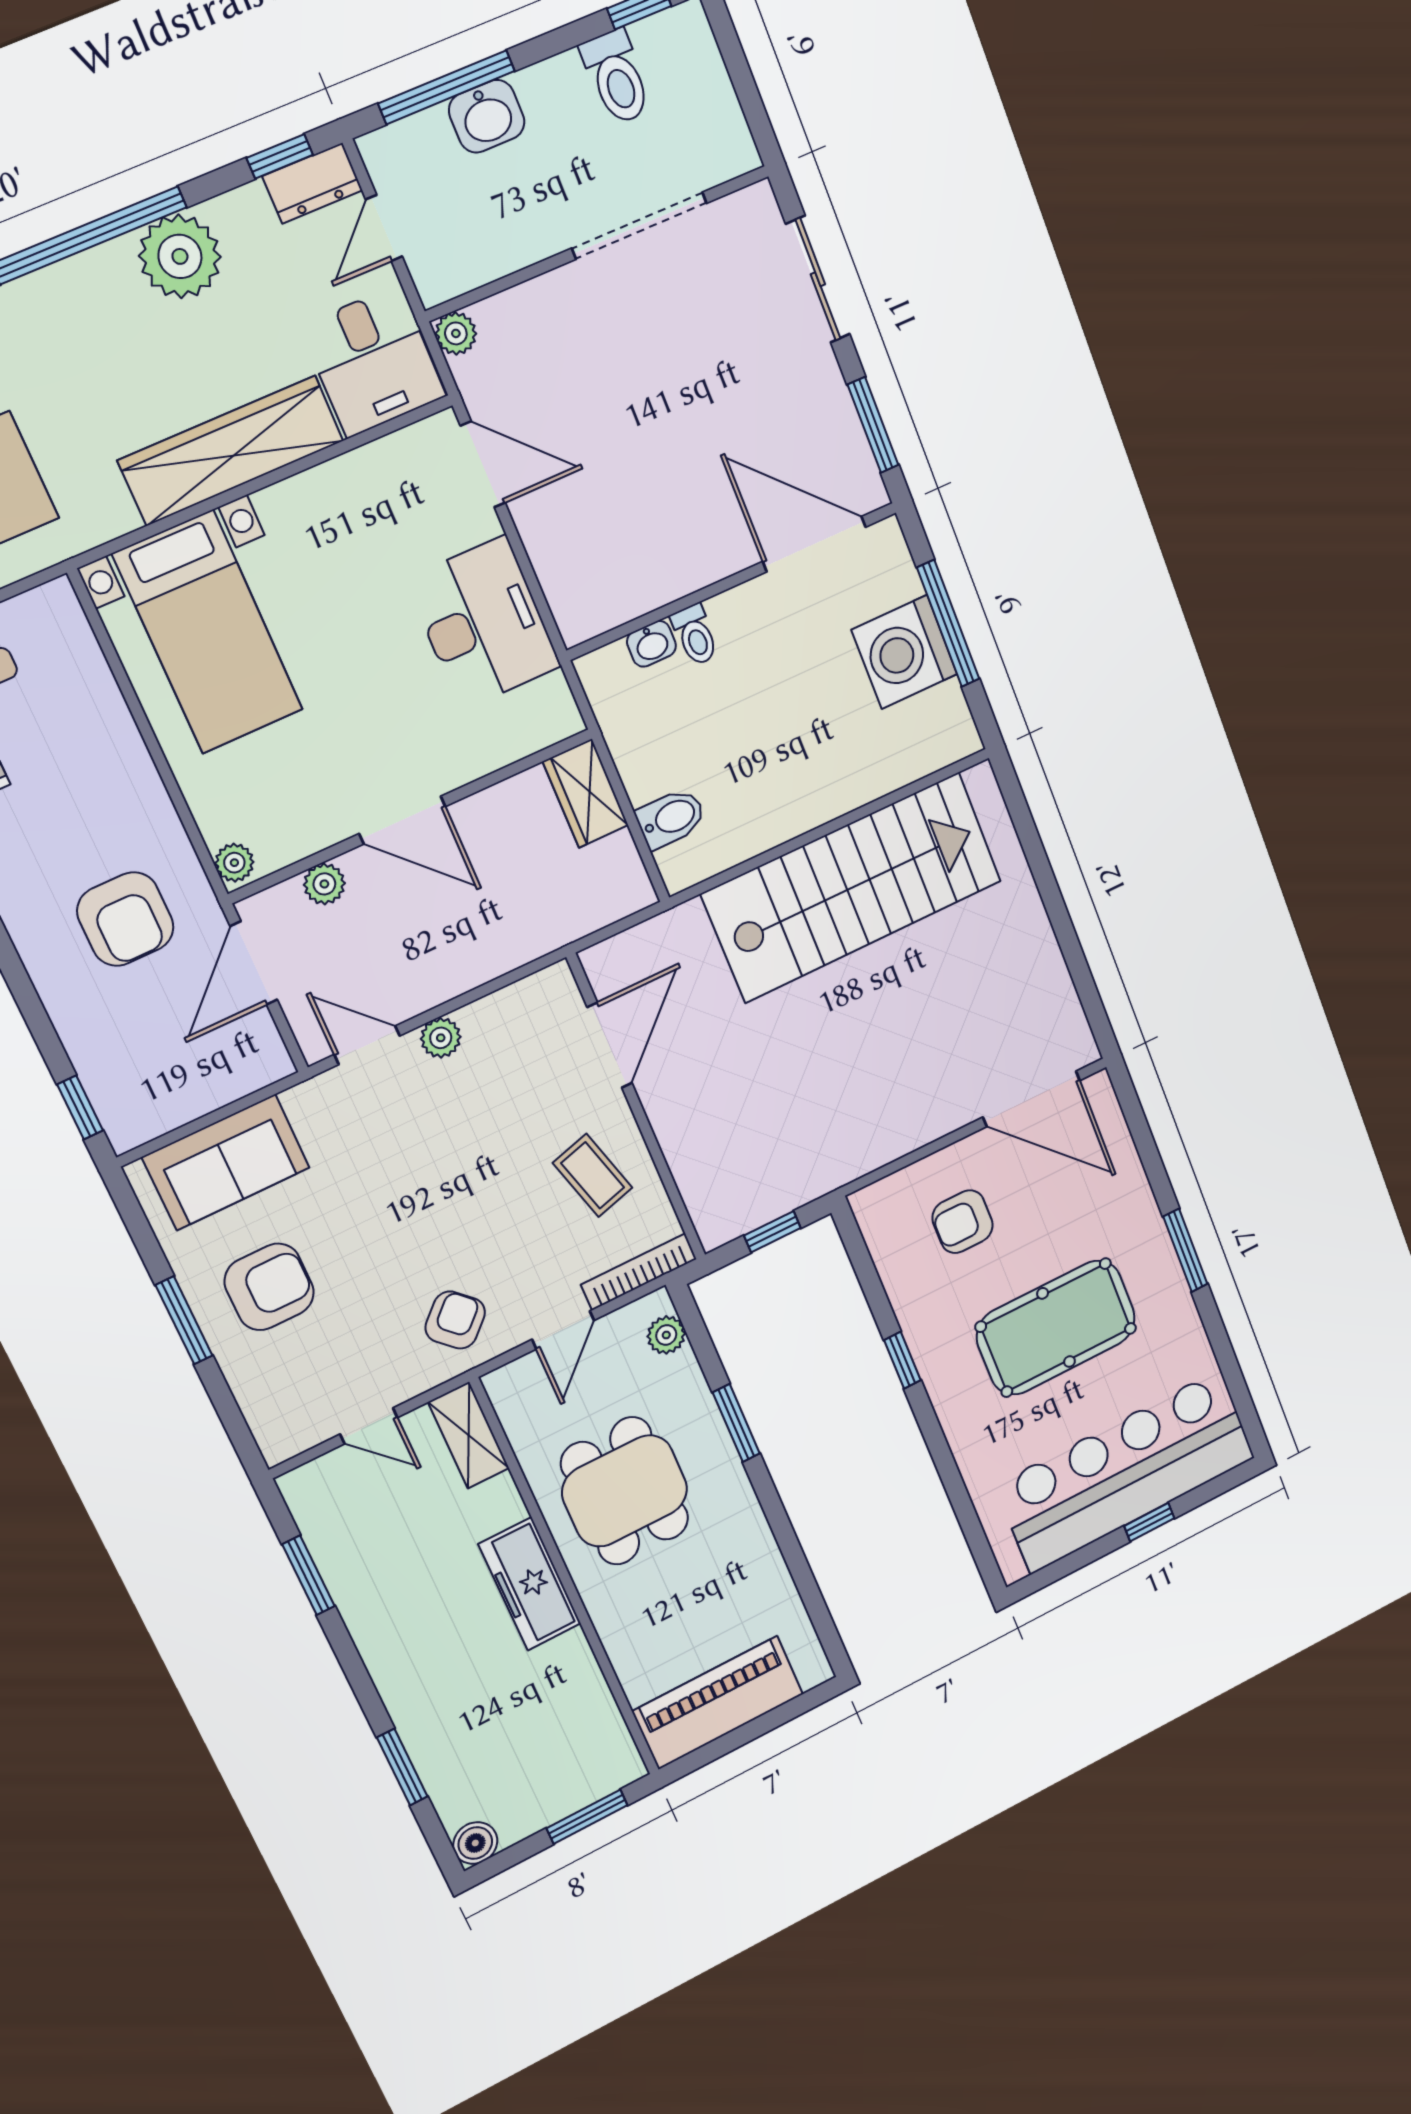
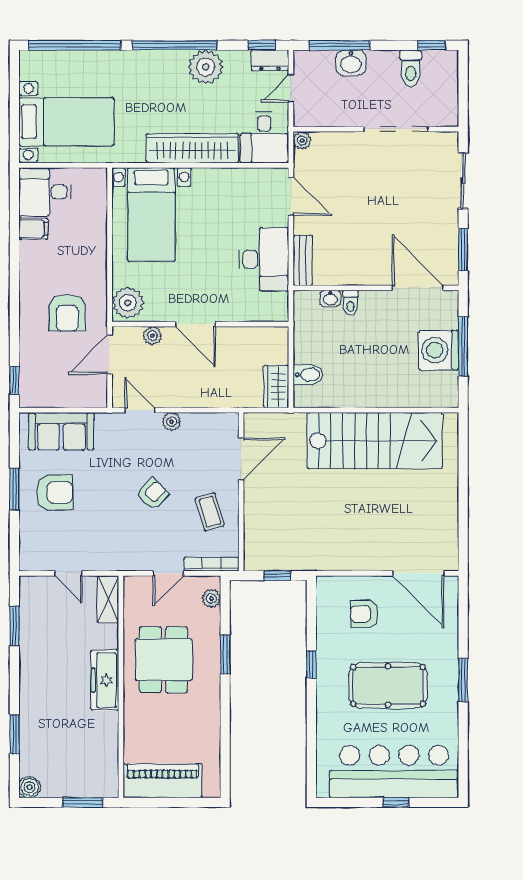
bench: (564, 590) -> (303, 260), added
wardrobe: (586, 793) -> (276, 387), moved
plant: (234, 863) -> (128, 303), width x1.87, depth x1.87
armchair: (455, 1320) -> (153, 494), moved

